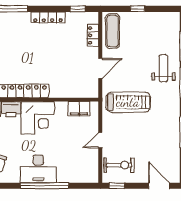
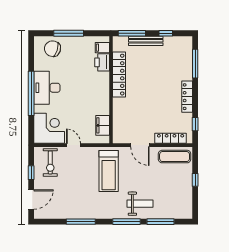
locker: (93, 35) -> (171, 138), width x1.53
corner desk: (38, 118) -> (49, 128), moved, turned 180
window: (117, 186) -> (31, 173), moved

